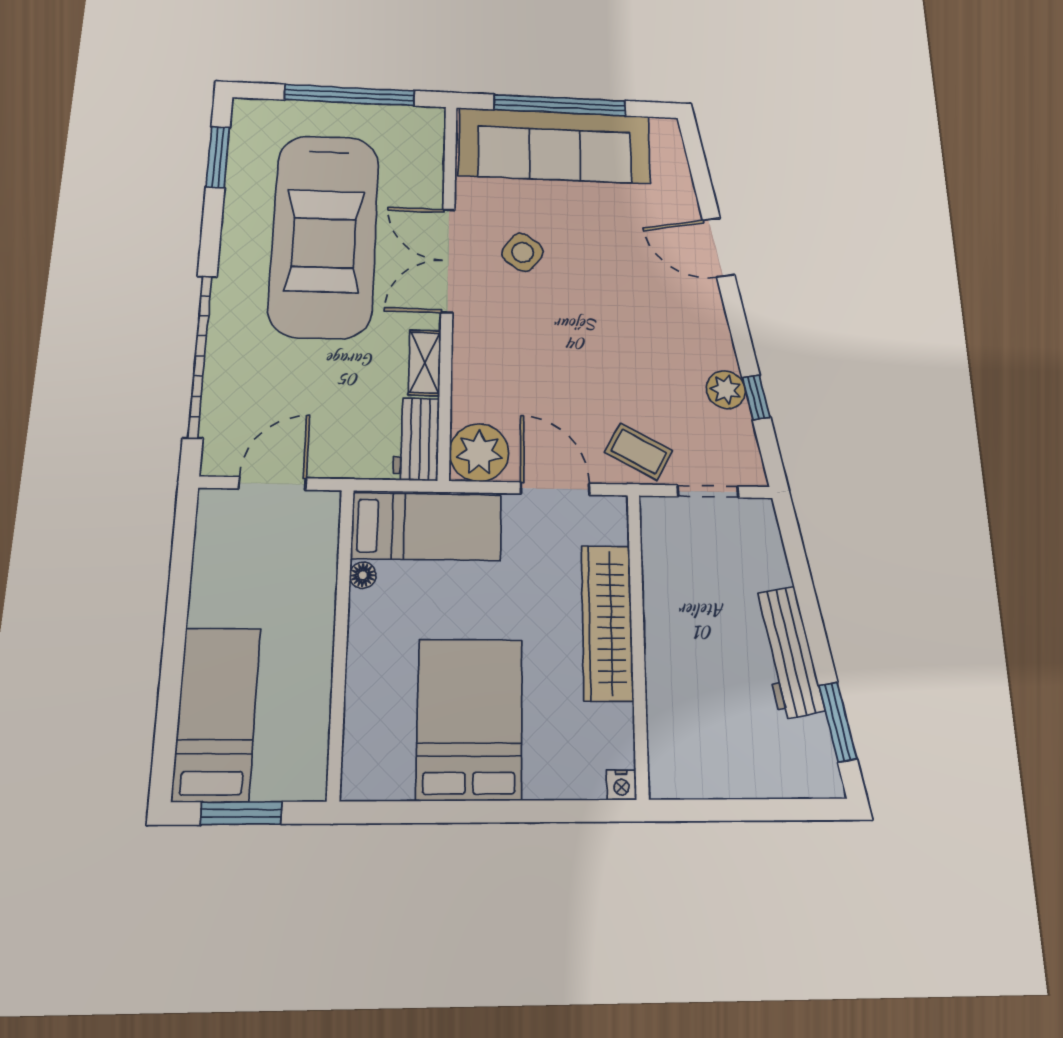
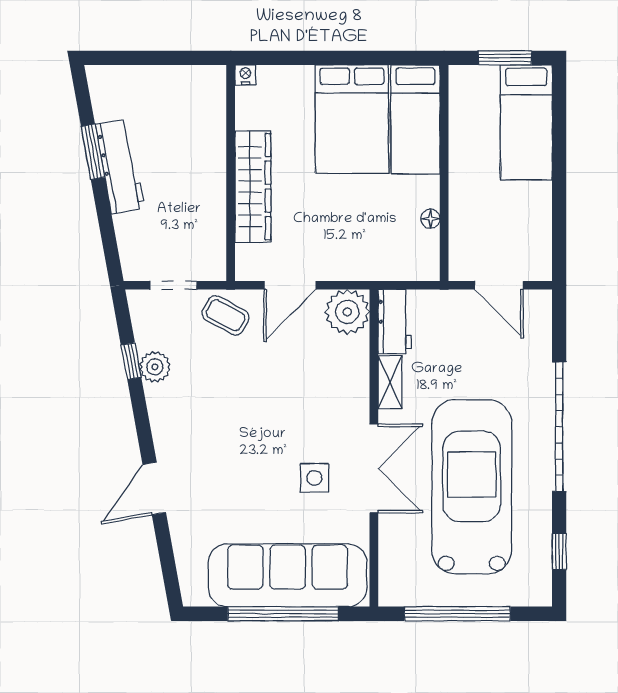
window: (218, 157) -> (559, 551), width x0.67
door: (719, 247) -> (154, 488), swing flipped
side table: (523, 252) -> (314, 478), turned -36
garage door: (200, 356) -> (559, 427), moved
door: (272, 483) -> (499, 285), hinge flipped
door: (555, 489) -> (290, 285), hinge flipped
bed: (427, 526) -> (415, 119), moved, turned -90
window: (838, 722) -> (93, 152), moved

